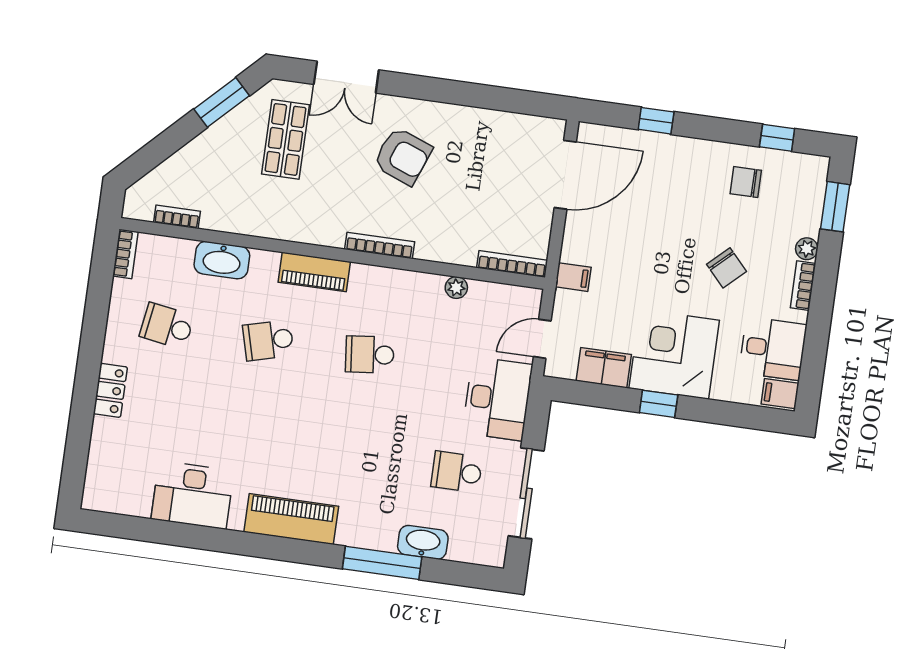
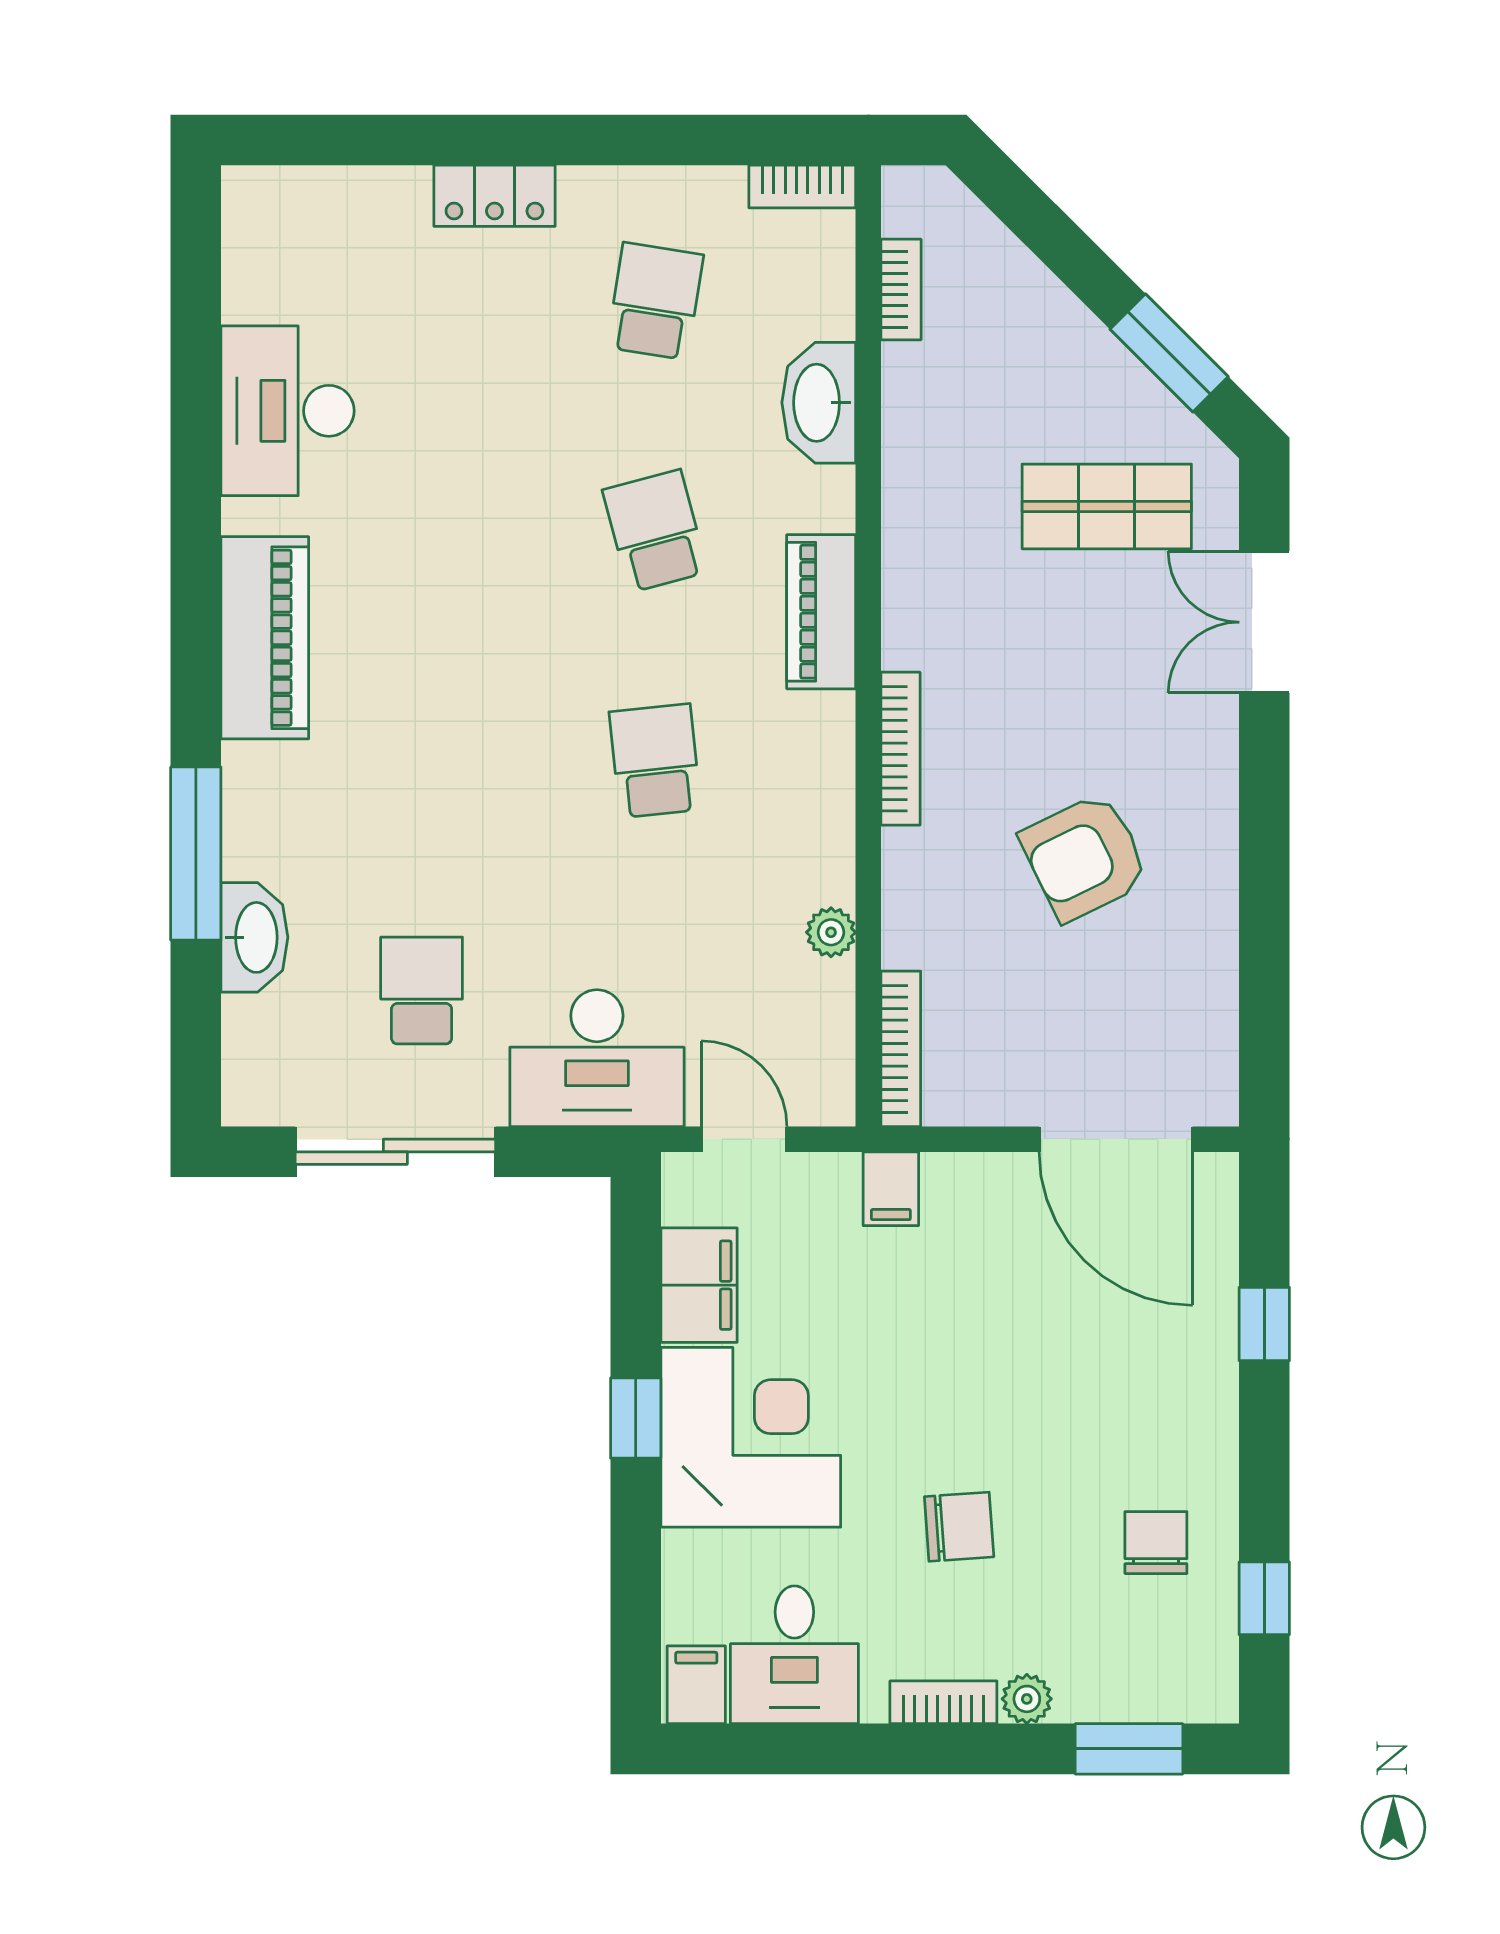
armchair: (403, 156) -> (1085, 857), moved, turned 43
chair: (727, 268) -> (959, 1527), turned -141

